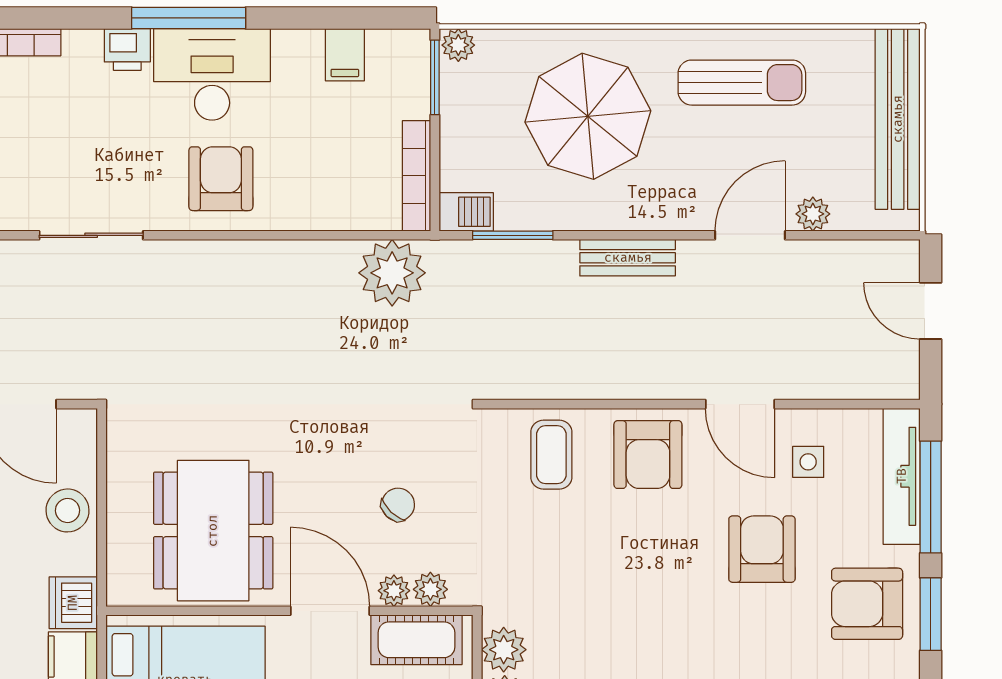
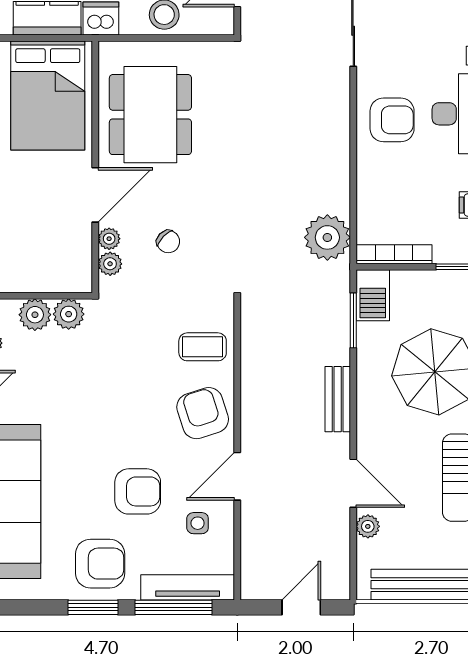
barbecue: (466, 212) -> (373, 295), width x1.38, depth x1.27
armchair: (648, 455) -> (203, 413), turned 72
dining table: (213, 531) -> (150, 115), turned 90
armchair: (867, 604) -> (100, 564), turned 90
cot: (416, 640) -> (75, 254), removed

